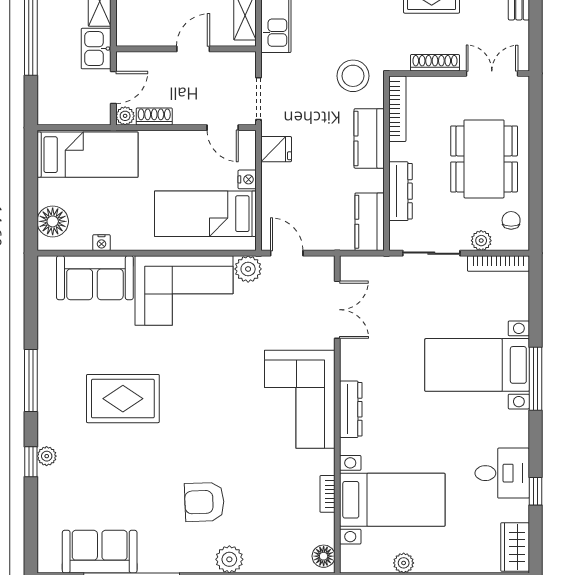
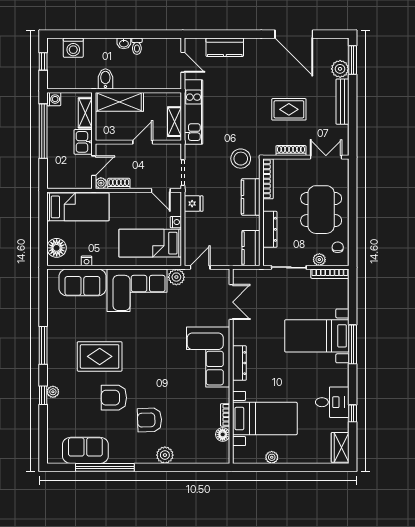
door: (287, 253) -> (200, 267), hinge flipped
armchair: (146, 466) -> (114, 398), added
floor lamp: (324, 556) -> (223, 434), moved

